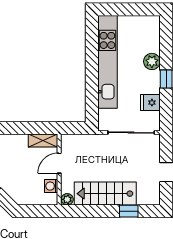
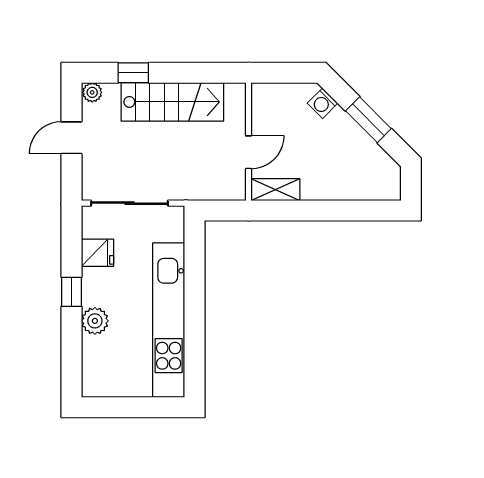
washing machine: (51, 186) -> (323, 103), moved, turned 135
plant: (67, 199) -> (92, 92), moved

